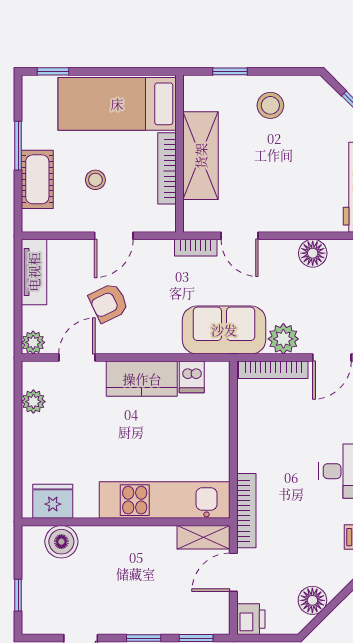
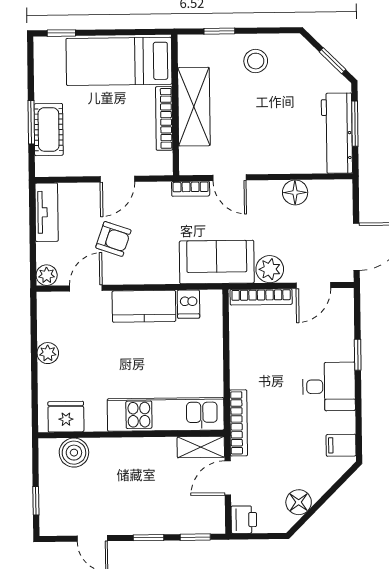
window: (18, 146) -> (31, 122), moved
stool: (95, 180) -> (100, 129), removed
armchair: (109, 303) -> (113, 239), turned -135
plant: (33, 402) -> (48, 353), moved

